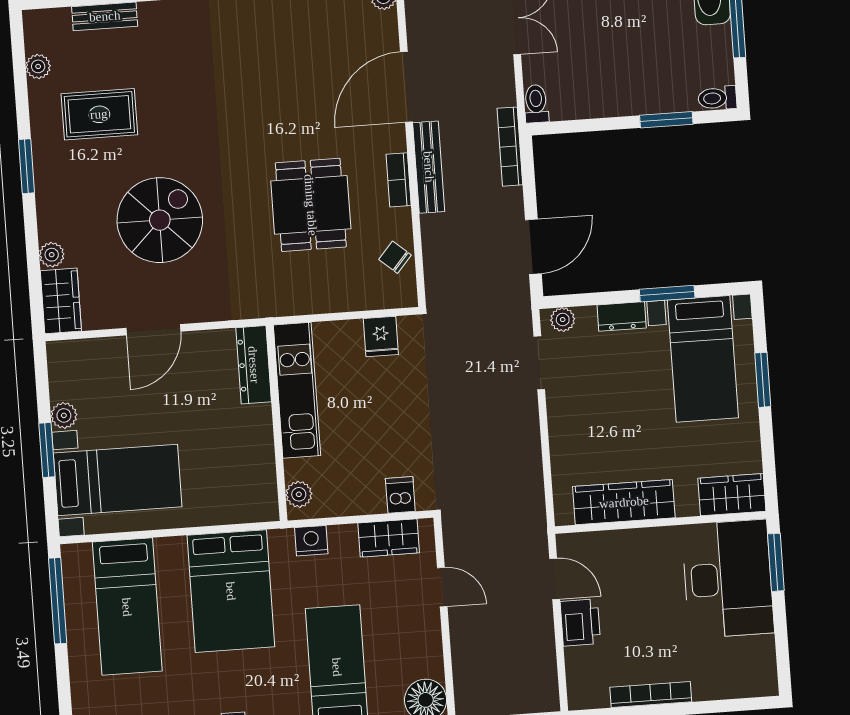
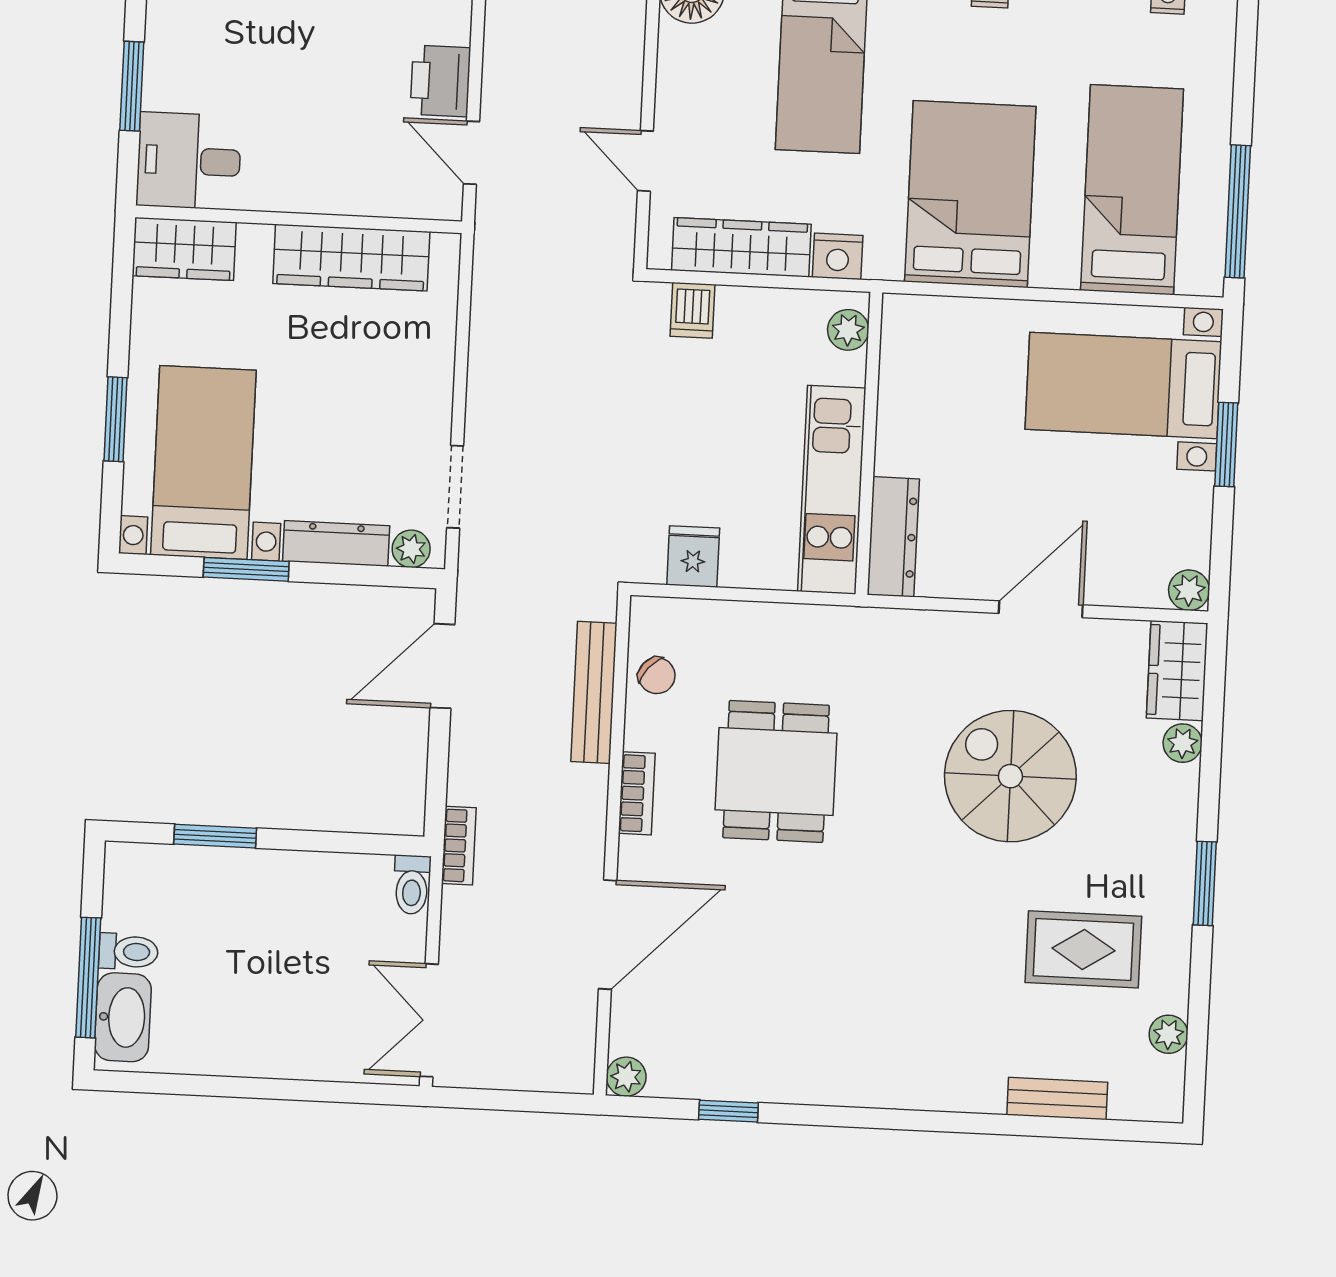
toilet: (717, 98) -> (128, 952), moved
bookcase: (510, 147) -> (459, 846), width x0.64
bench: (429, 167) -> (594, 692), moved
spiral stairs: (160, 220) -> (1010, 776), turned 90
dresser: (622, 316) -> (336, 543), width x1.44
plant: (64, 415) -> (1189, 590), moved
wardrobe: (389, 538) -> (741, 247), width x1.50
window: (776, 562) -> (132, 86), moved
desk: (728, 579) -> (189, 161), width x0.53, depth x0.77

